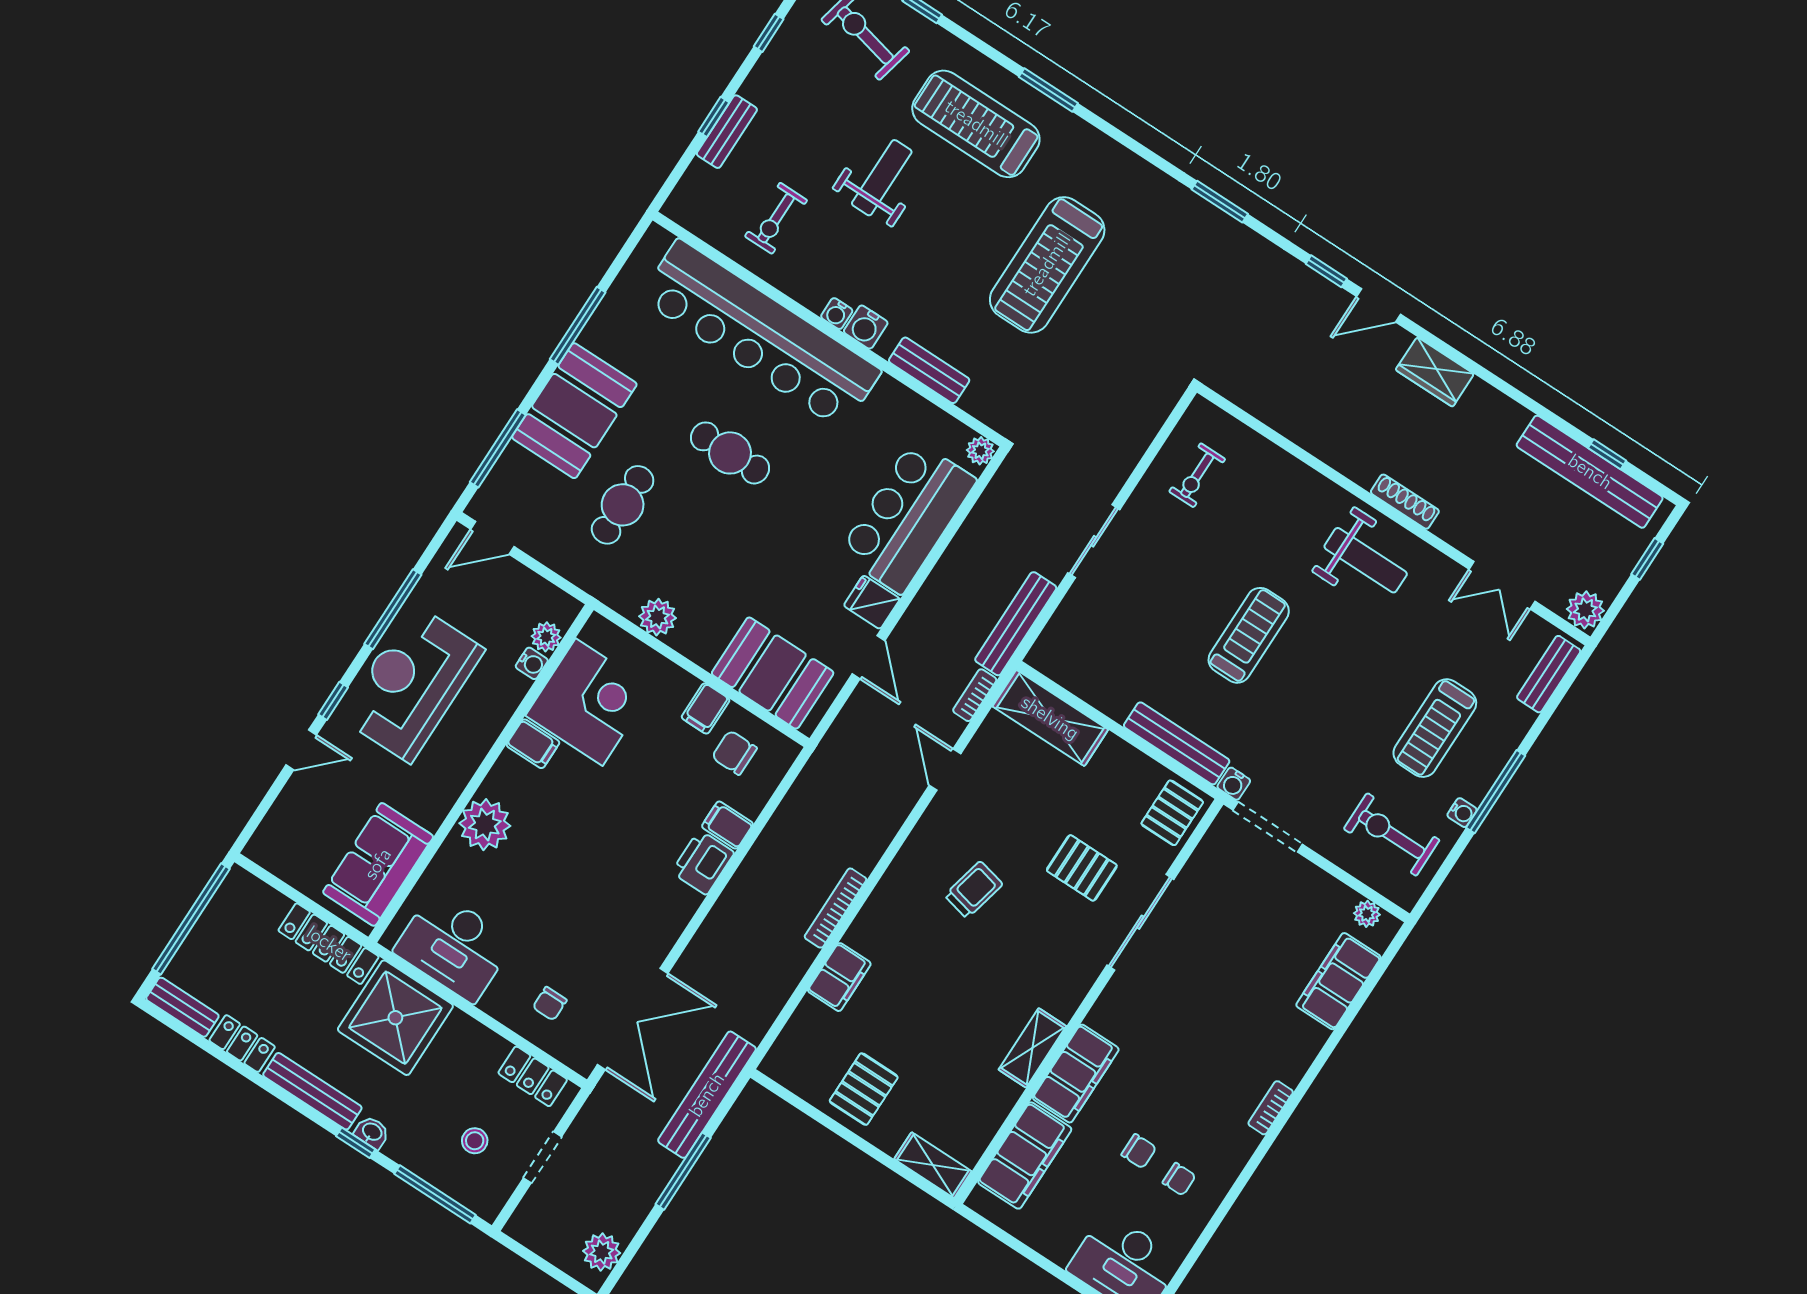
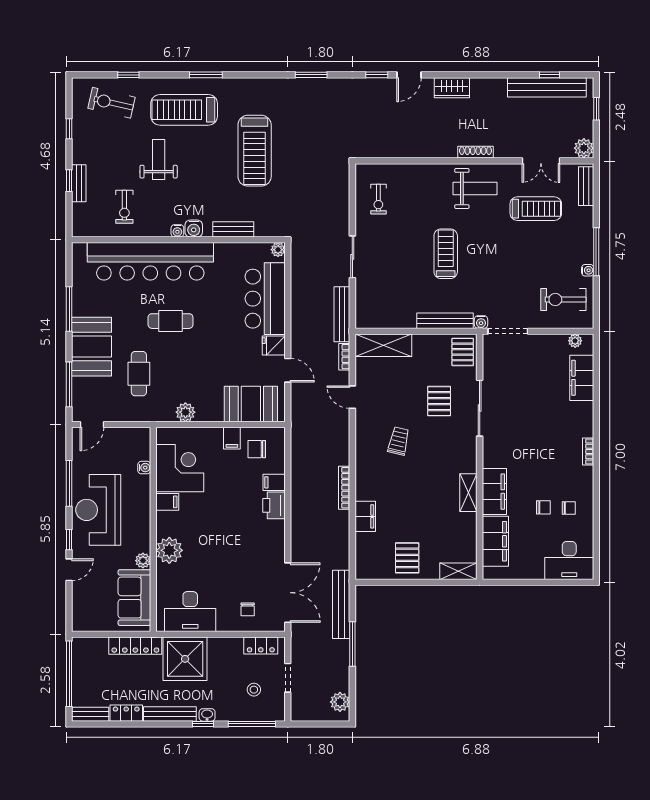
plant: (546, 637) -> (143, 561), moved
treadmill: (1435, 728) -> (536, 209), moved, turned -90
pallet: (1082, 868) -> (439, 401), turned 90

